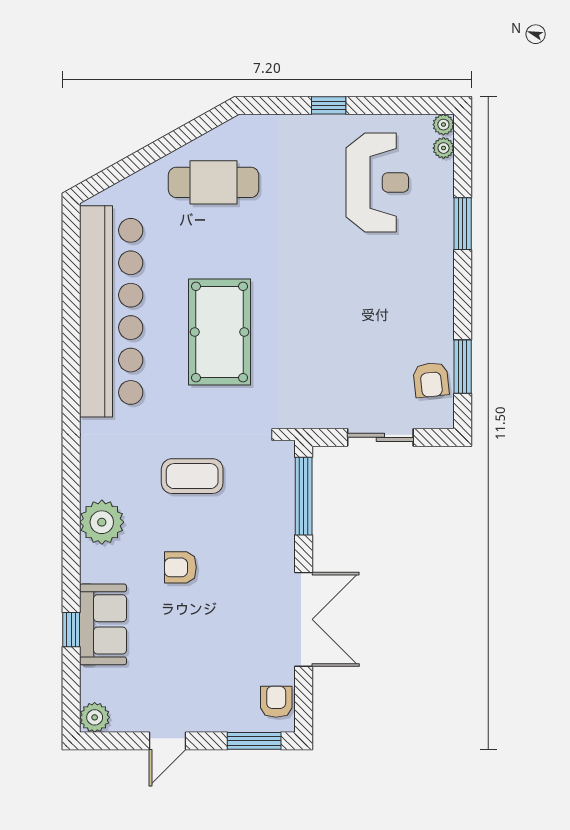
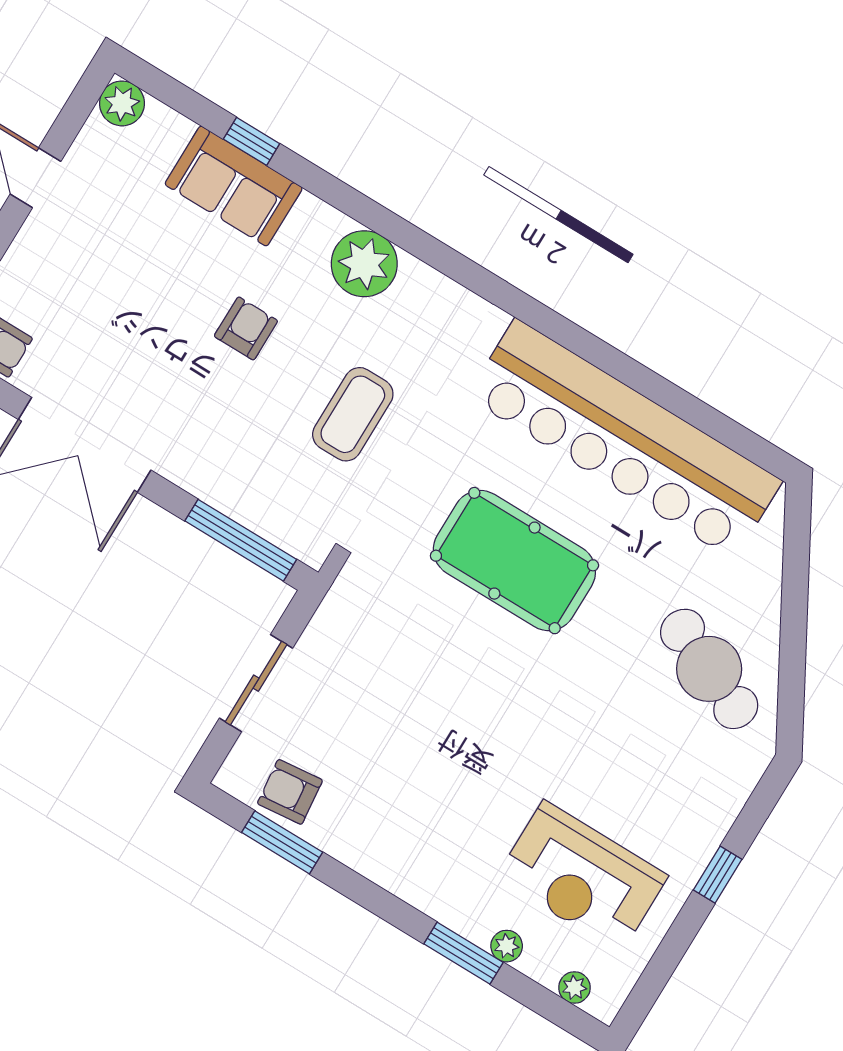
plant: (443, 125) -> (507, 946), moved
cafe table: (214, 182) -> (709, 669), turned -66

